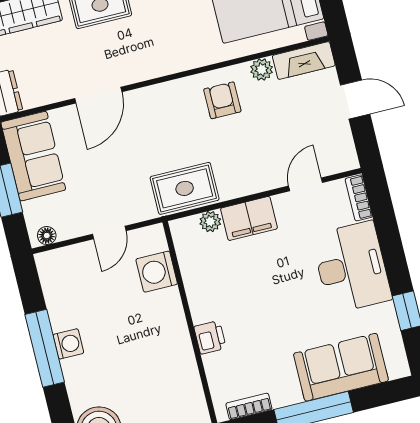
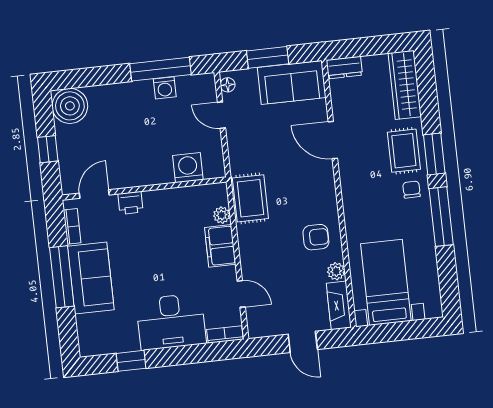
door: (355, 99) -> (303, 342), hinge flipped
door: (109, 232) -> (221, 115), moved
washing machine: (68, 344) -> (165, 88), moved
window: (45, 348) -> (160, 69), moved
sofa: (341, 367) -> (91, 278), moved
door: (205, 384) -> (94, 194), added

